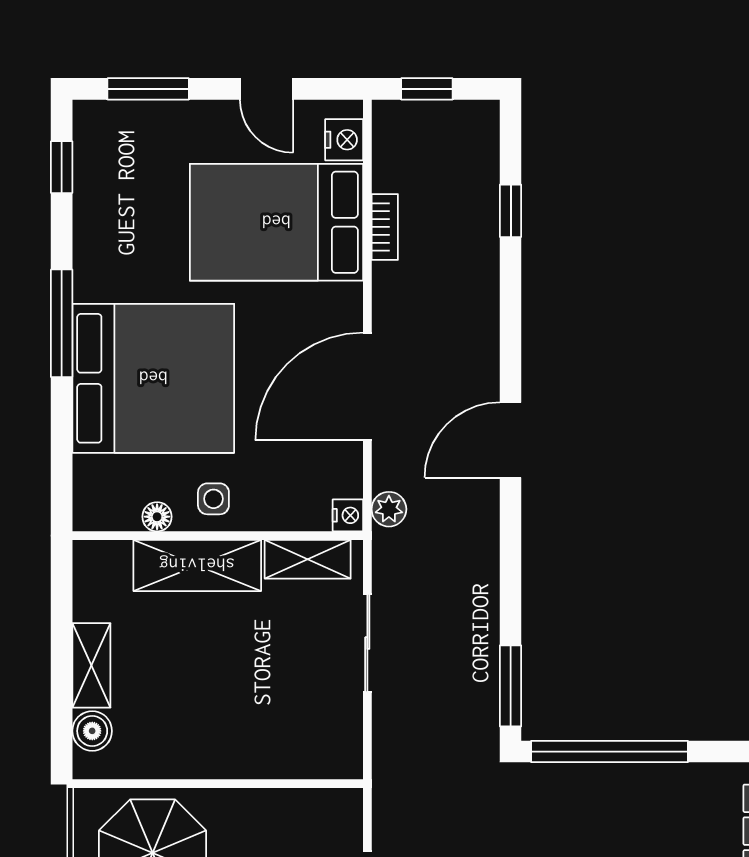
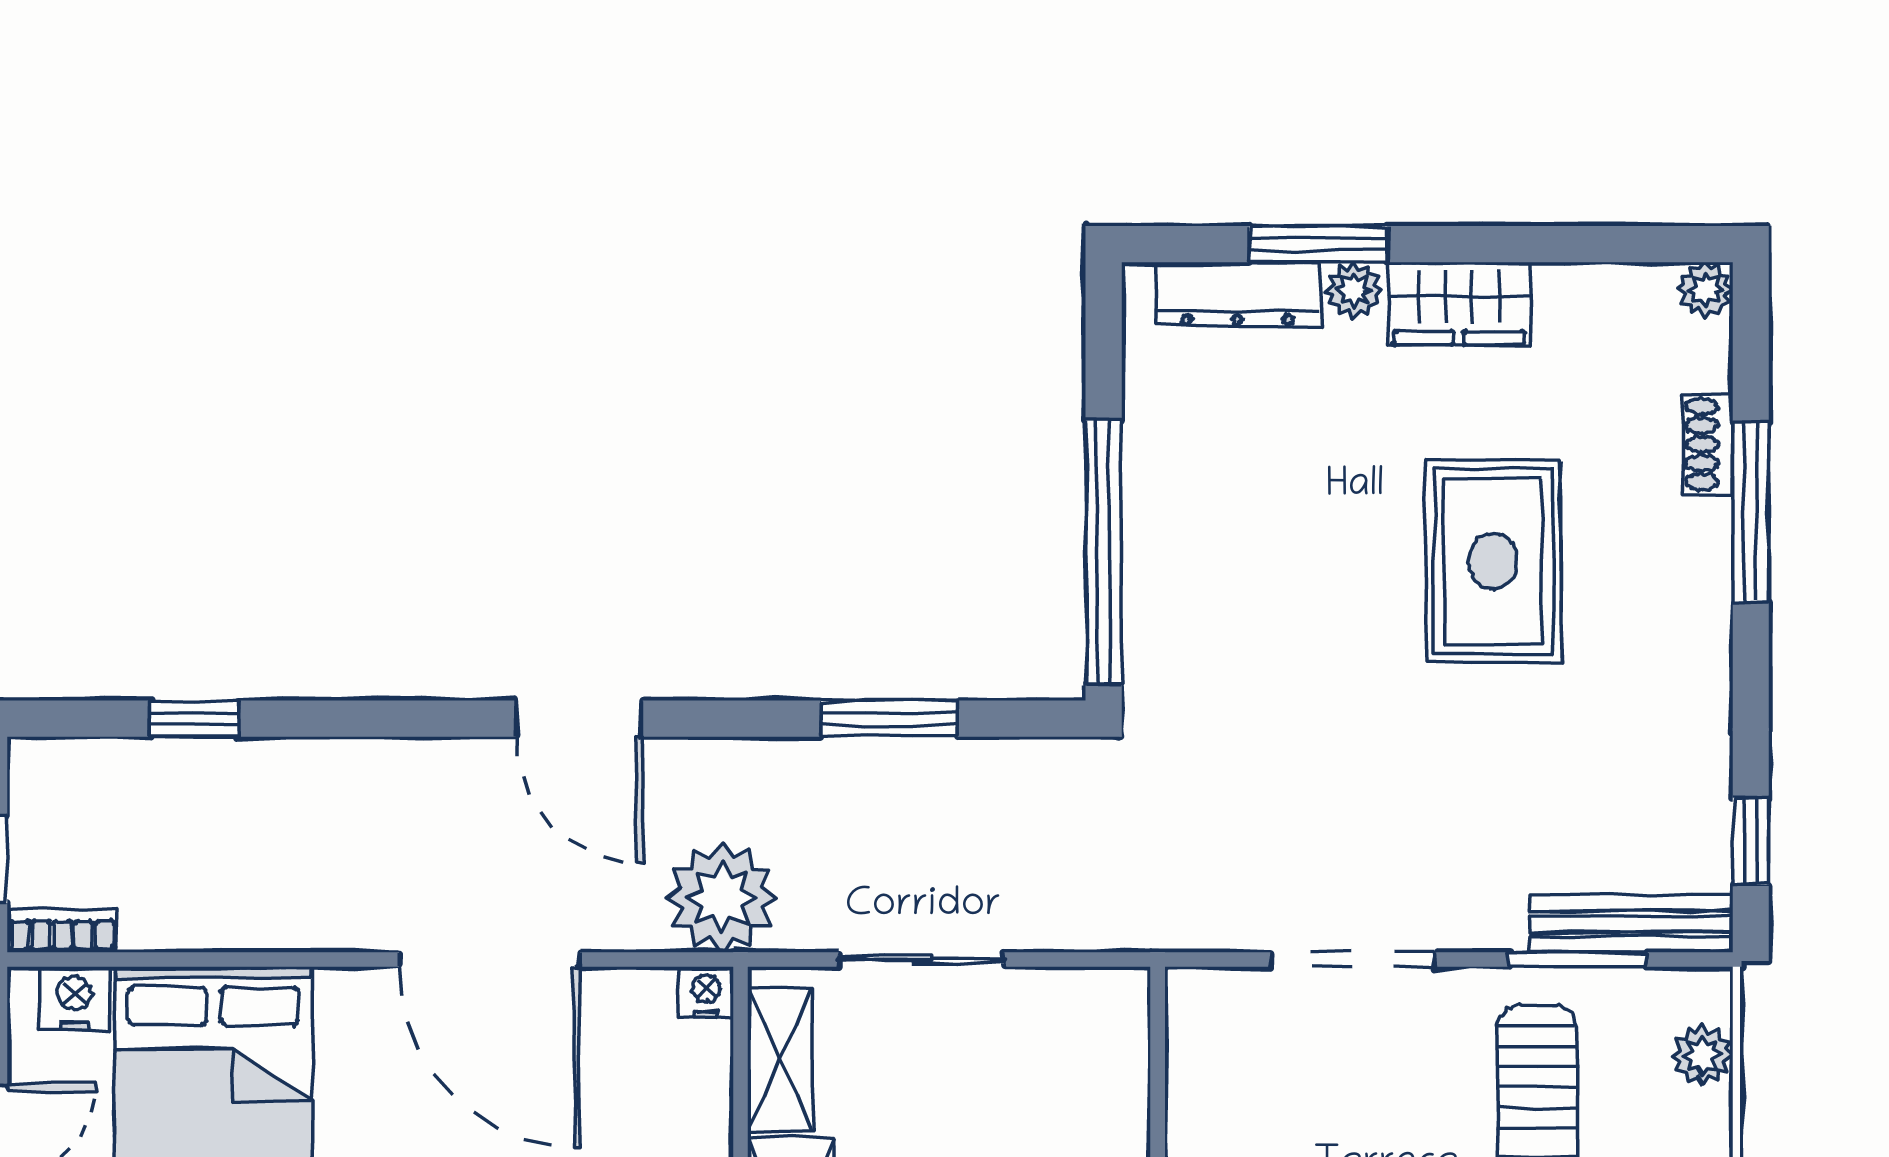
bookcase: (385, 227) -> (63, 930), moved
plant: (389, 509) -> (722, 898), width x1.88, depth x1.88
window: (511, 686) -> (889, 719), moved

